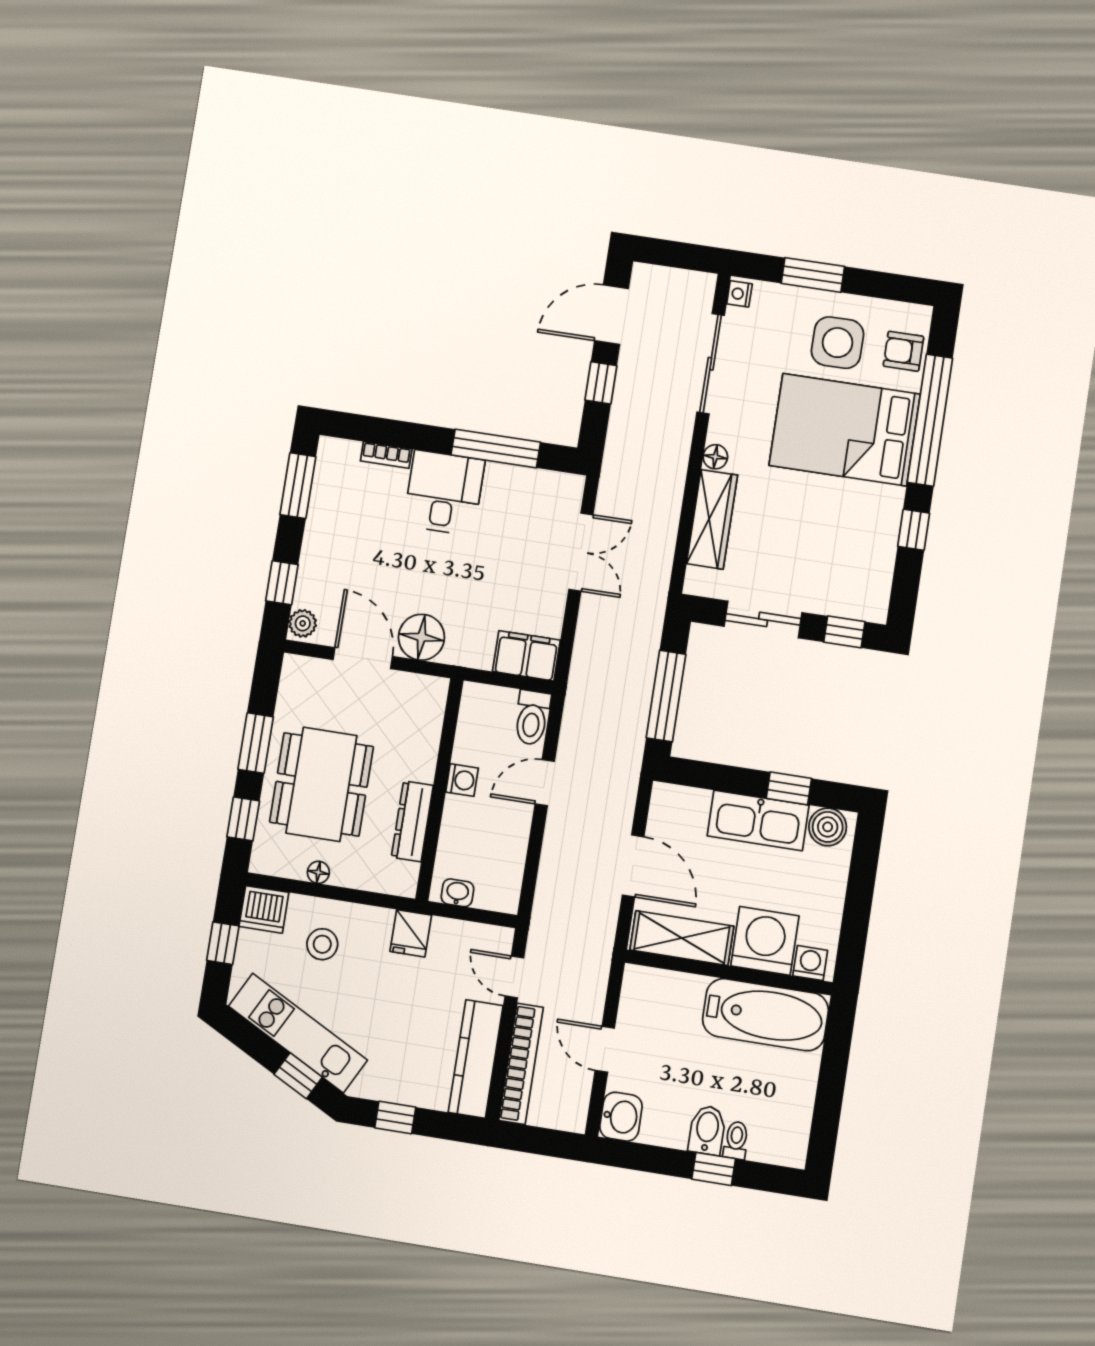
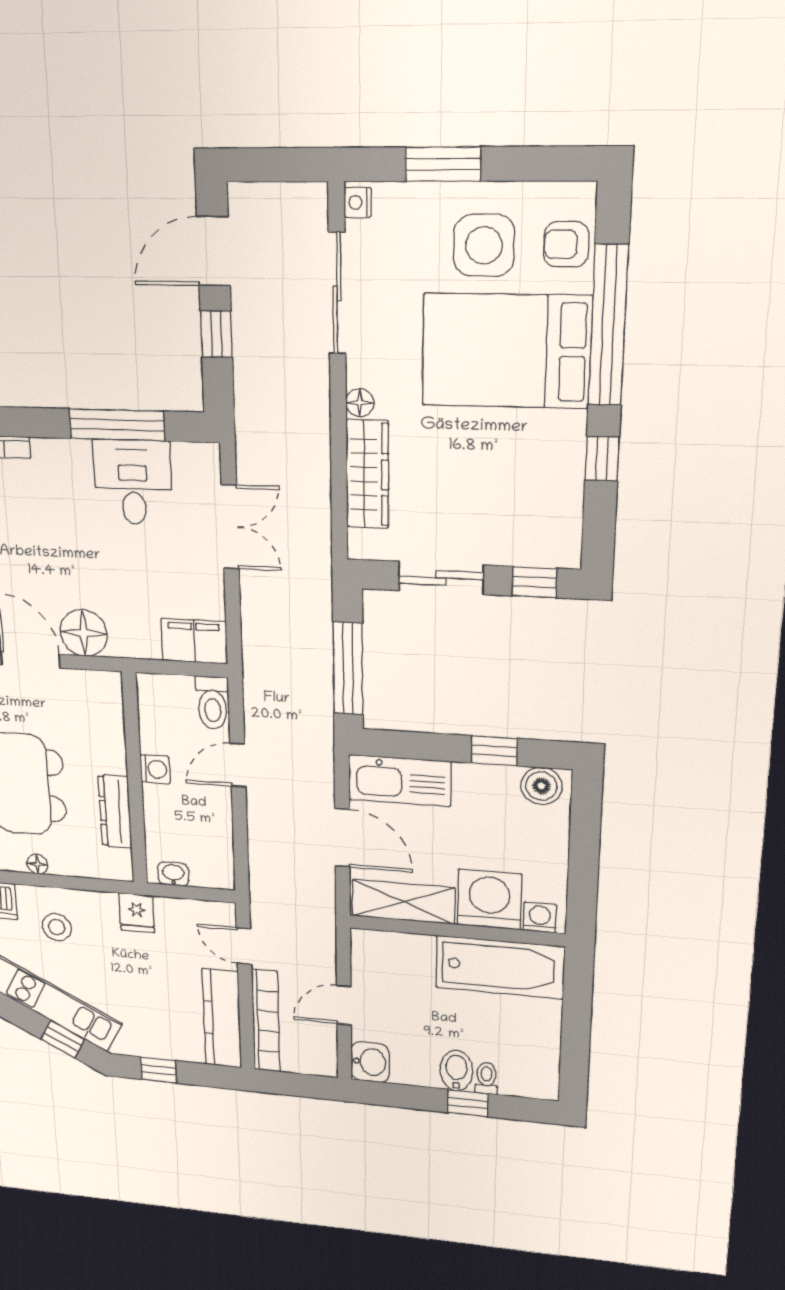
desk: (444, 493) -> (133, 482), moved
kitchen sink: (758, 820) -> (400, 780), moved
door: (605, 1049) -> (344, 1005), hinge flipped

